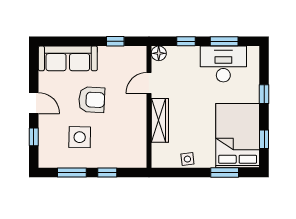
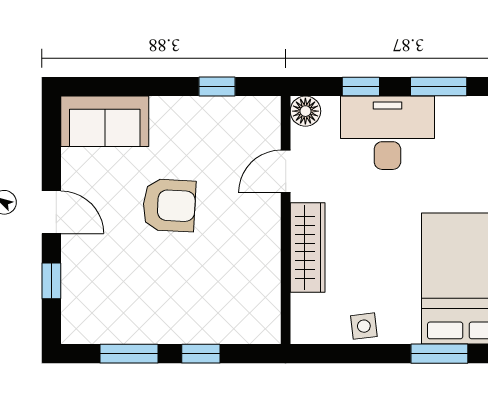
sofa: (68, 58) -> (105, 121), width x0.73
desk: (223, 64) -> (387, 133), moved
side table: (80, 137) -> (145, 282), removed

